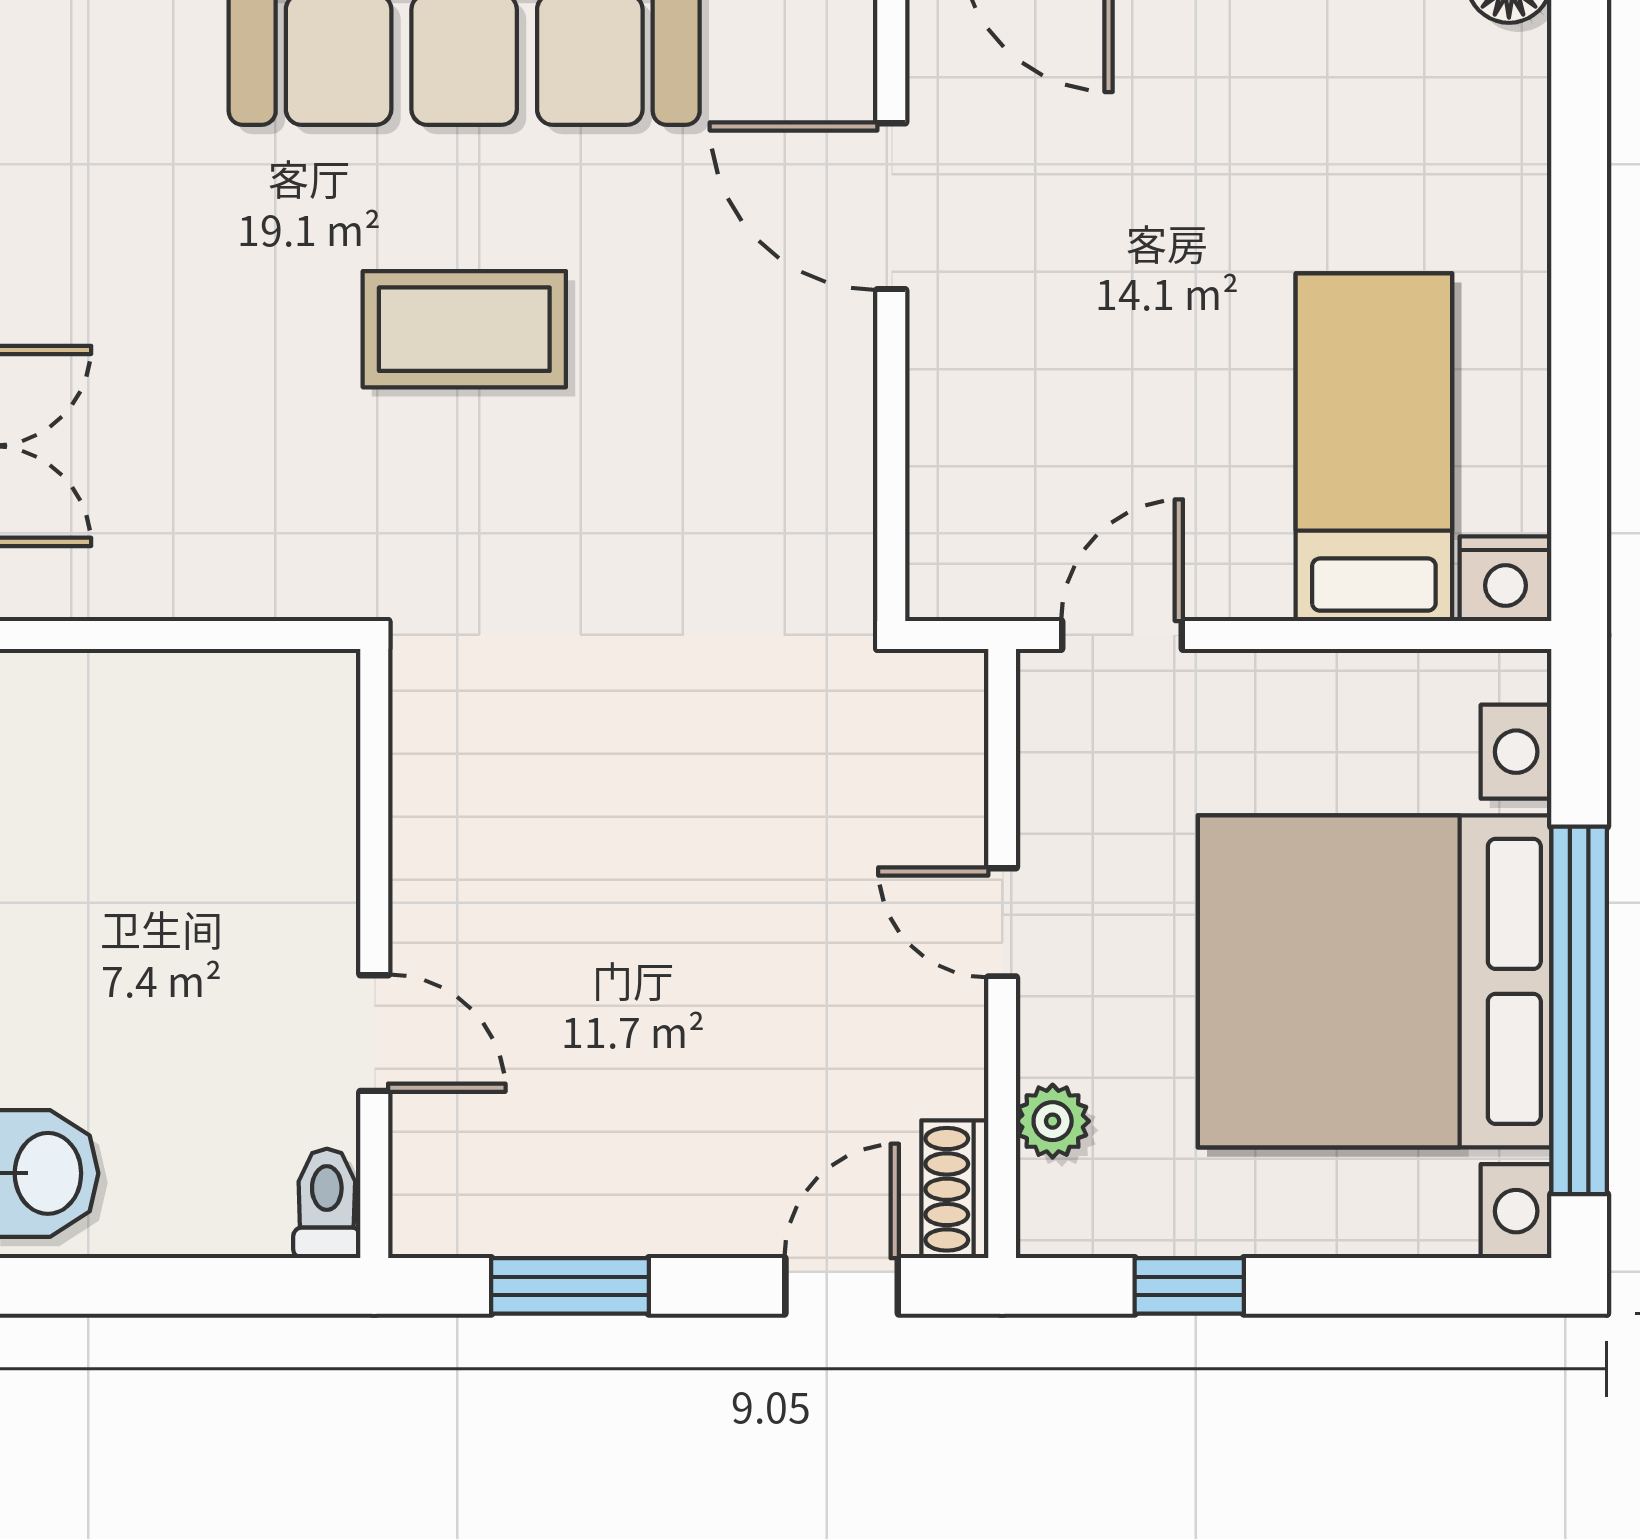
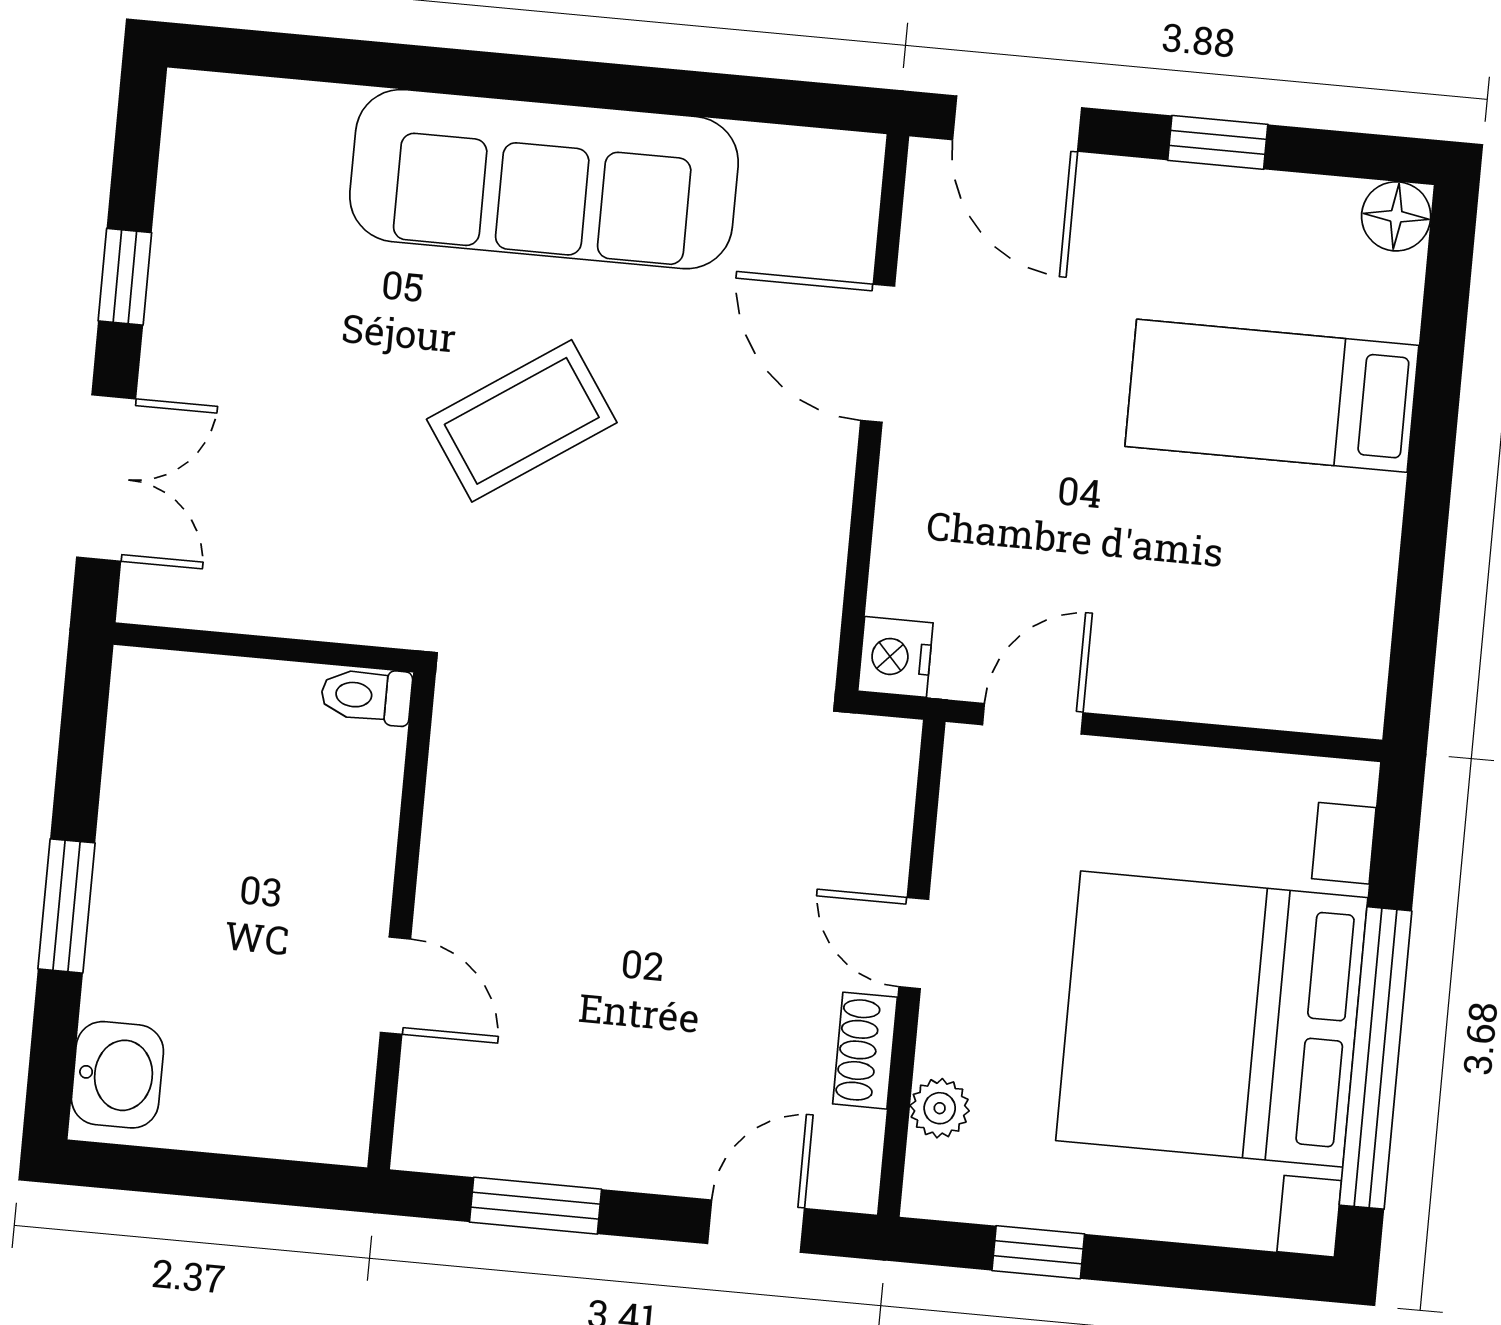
coffee table: (464, 329) -> (522, 421), turned -34
bed: (1374, 447) -> (1272, 396), moved, turned -90
nightstand: (1506, 579) -> (895, 657), moved, turned 90
shoe rack: (955, 1189) -> (865, 1051), moved
toilet: (327, 1203) -> (366, 696), moved, turned -90

